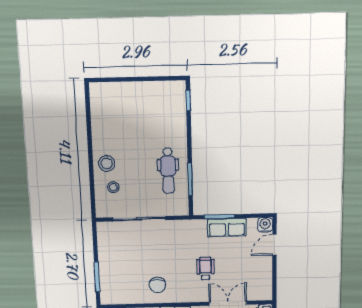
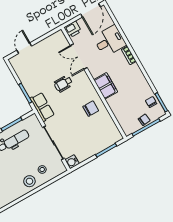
water cooler: (265, 225) -> (72, 162), moved
row of seats: (227, 228) -> (42, 107), moved
door: (274, 245) -> (24, 48), swing flipped

